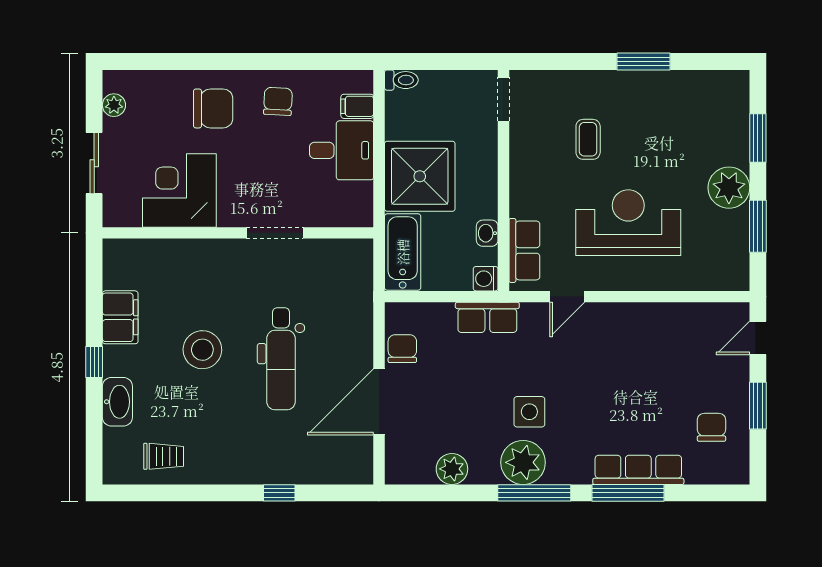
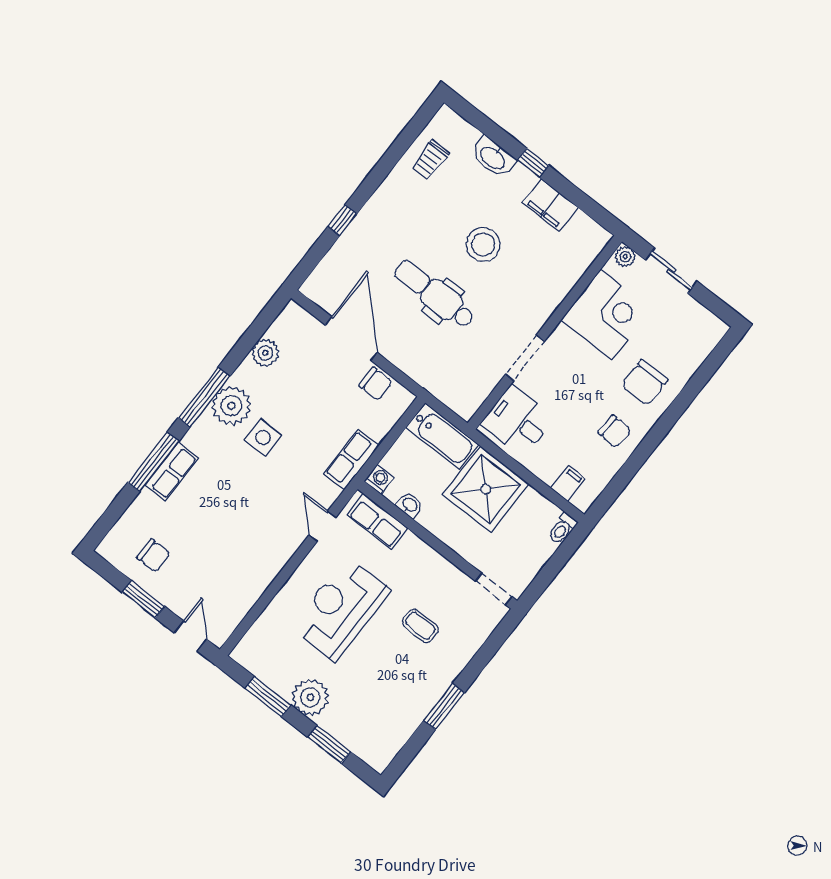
plant: (114, 105) -> (625, 257), moved
desk: (342, 150) -> (517, 421), moved, turned 90
reception desk: (628, 223) -> (341, 609), turned 180
row of seats: (638, 470) -> (172, 471), width x0.68

